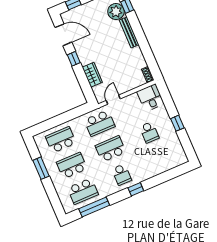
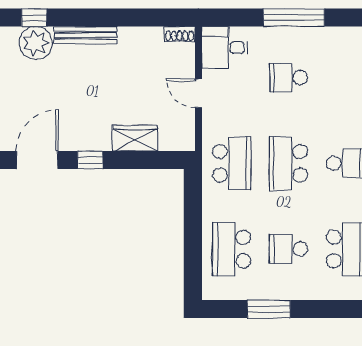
door: (113, 100) -> (198, 93), moved
window: (177, 123) -> (294, 18), width x2.17
school desk: (149, 132) -> (289, 78), turned 180
school desk: (72, 165) -> (289, 249), width x0.54

